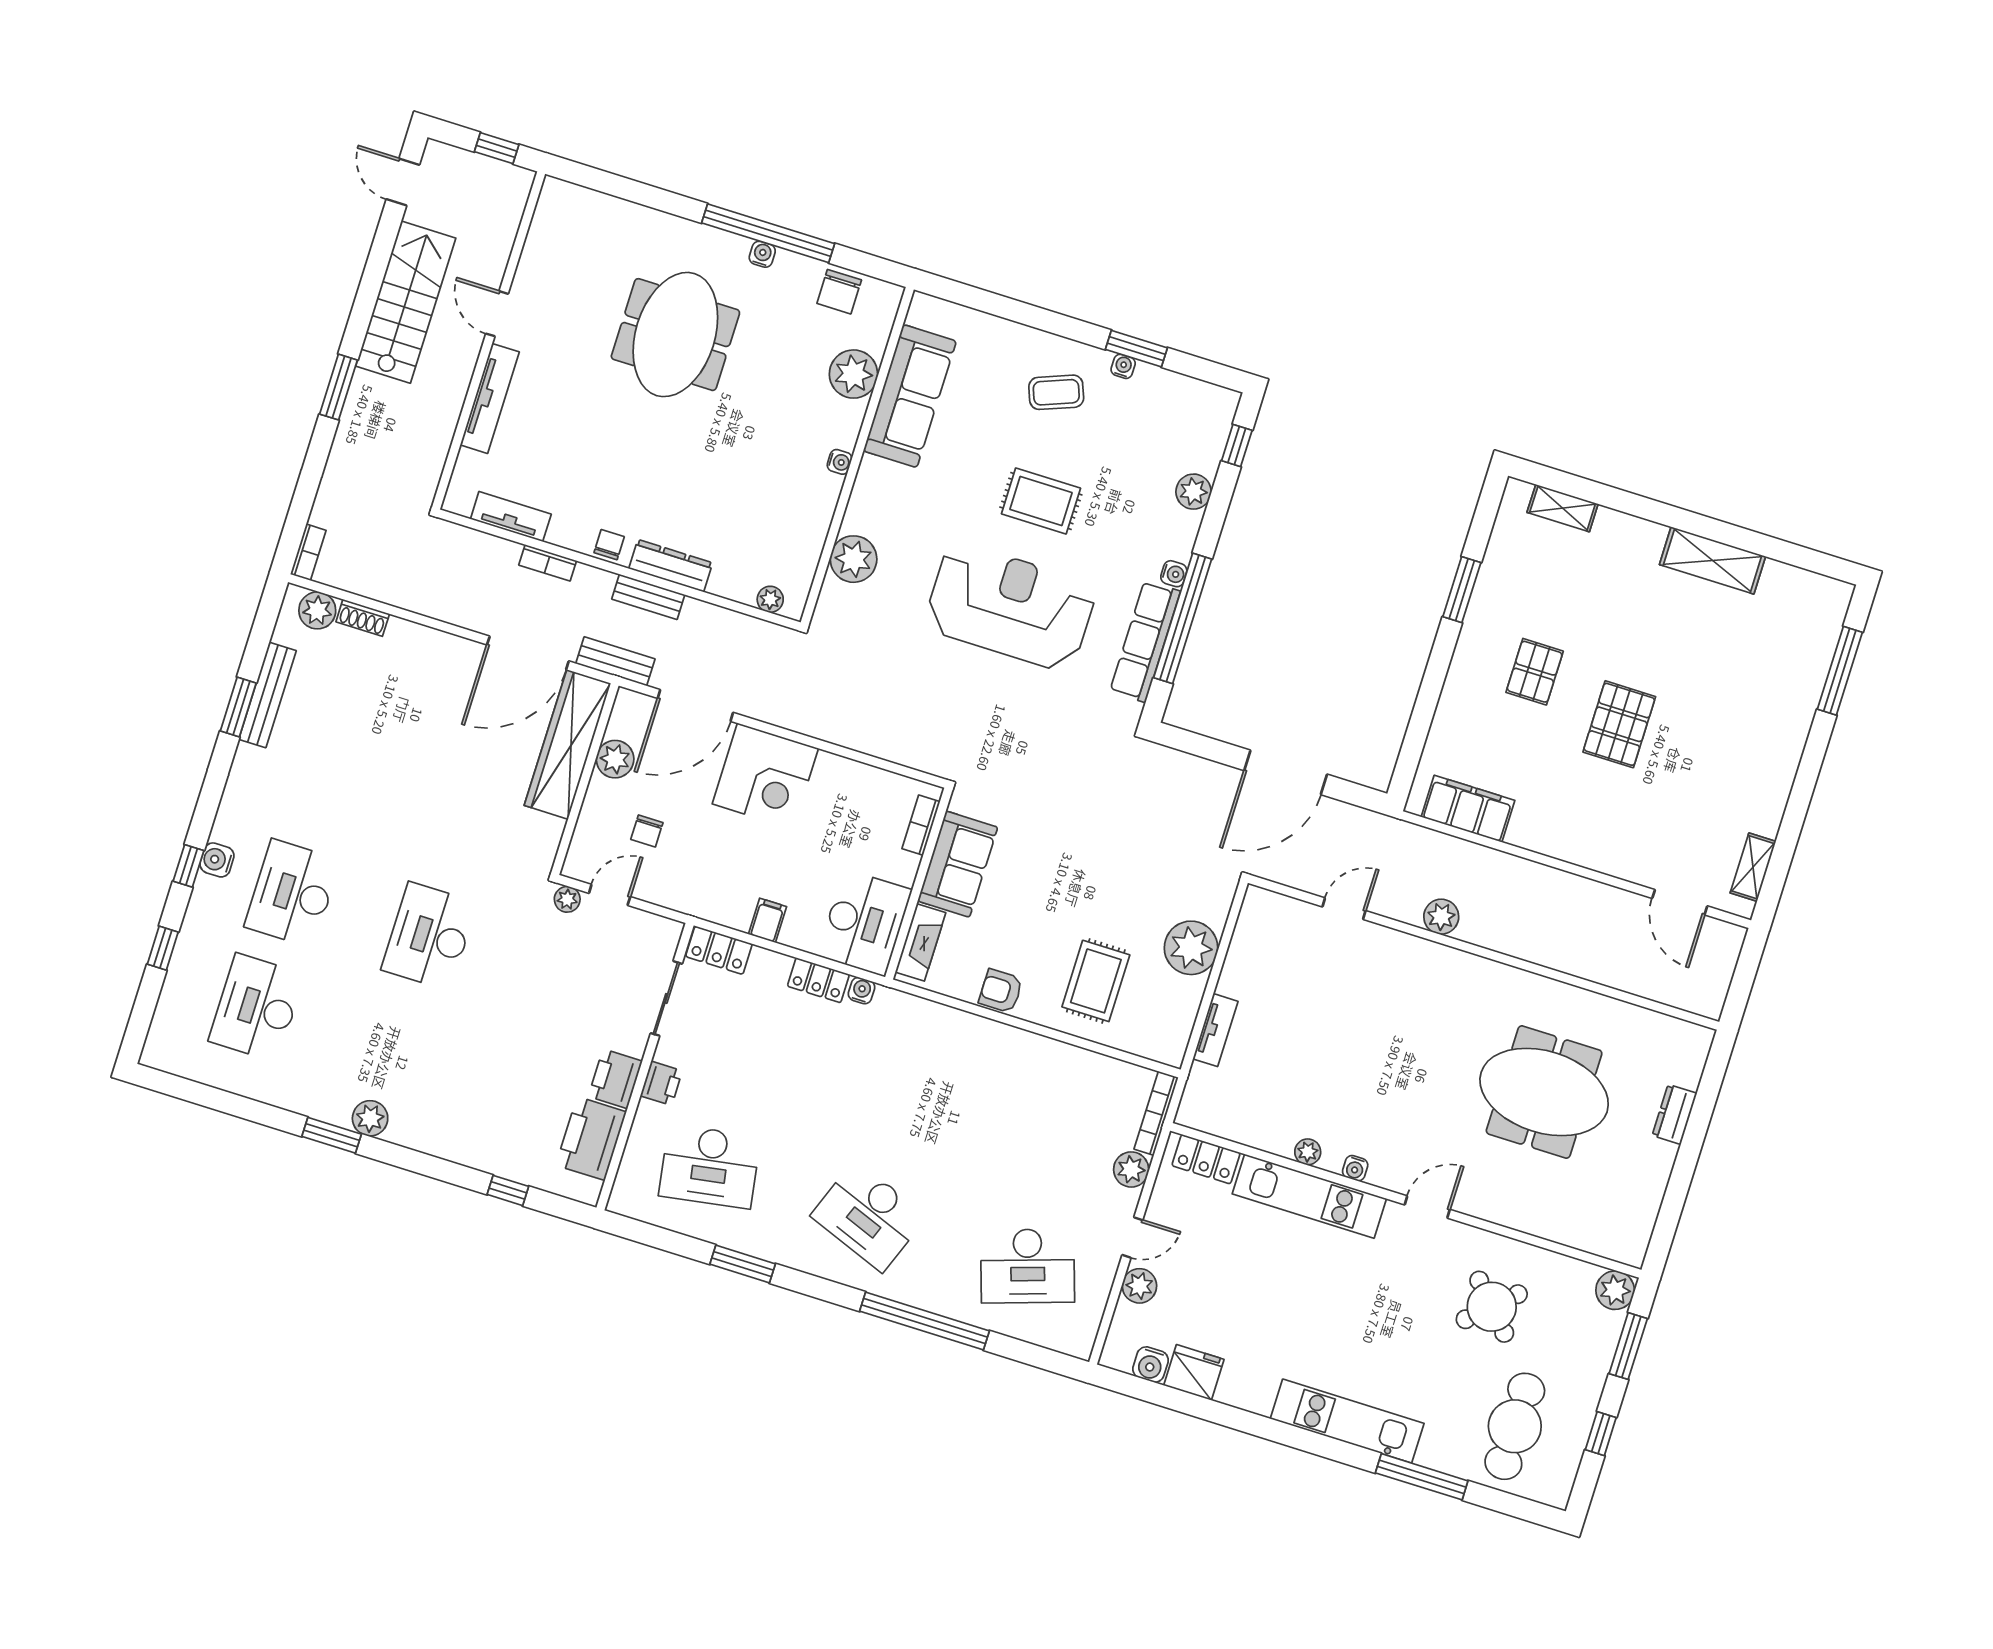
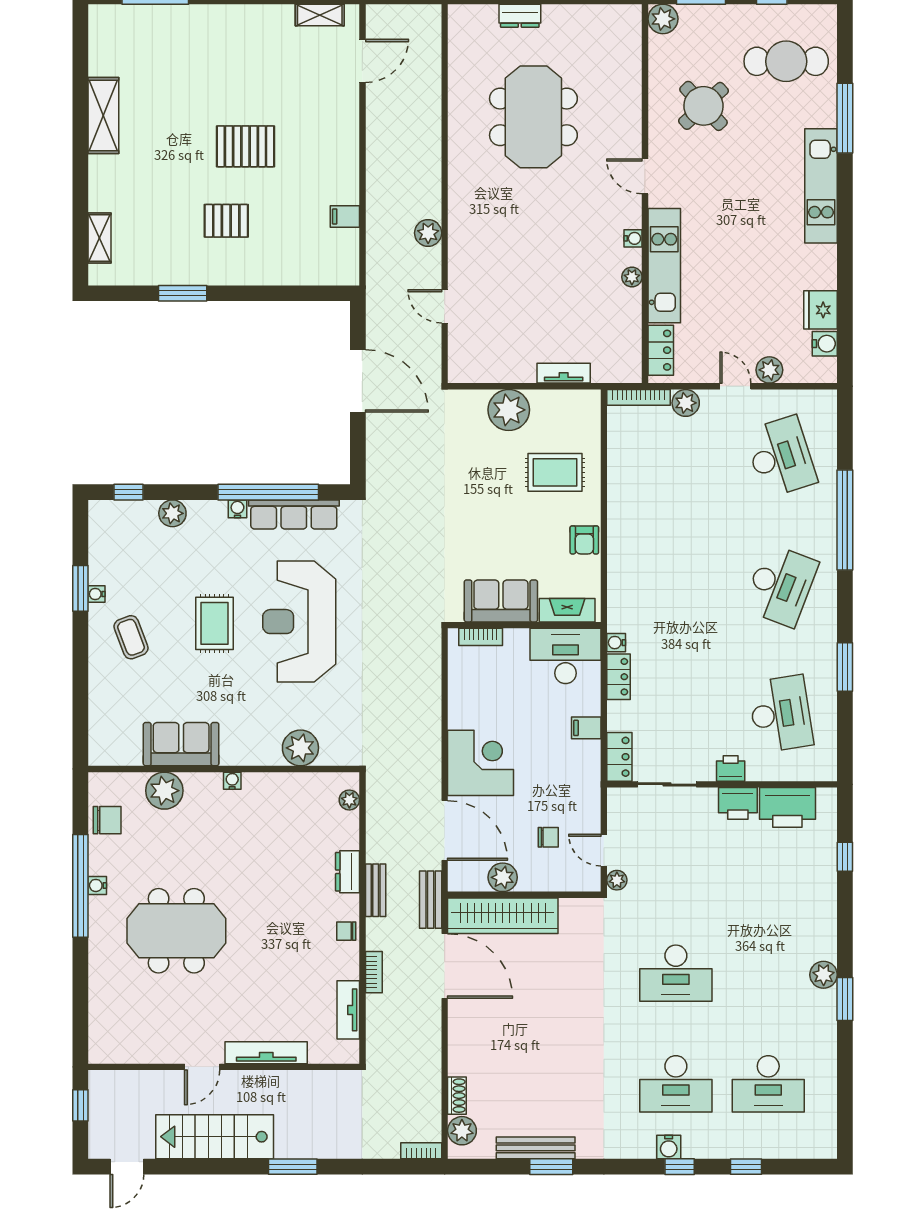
sofa: (910, 396) -> (181, 744), width x0.73
dresser: (671, 566) -> (348, 872), width x0.70
filing cabinet: (1468, 809) -> (345, 216), width x0.33, depth x0.86

